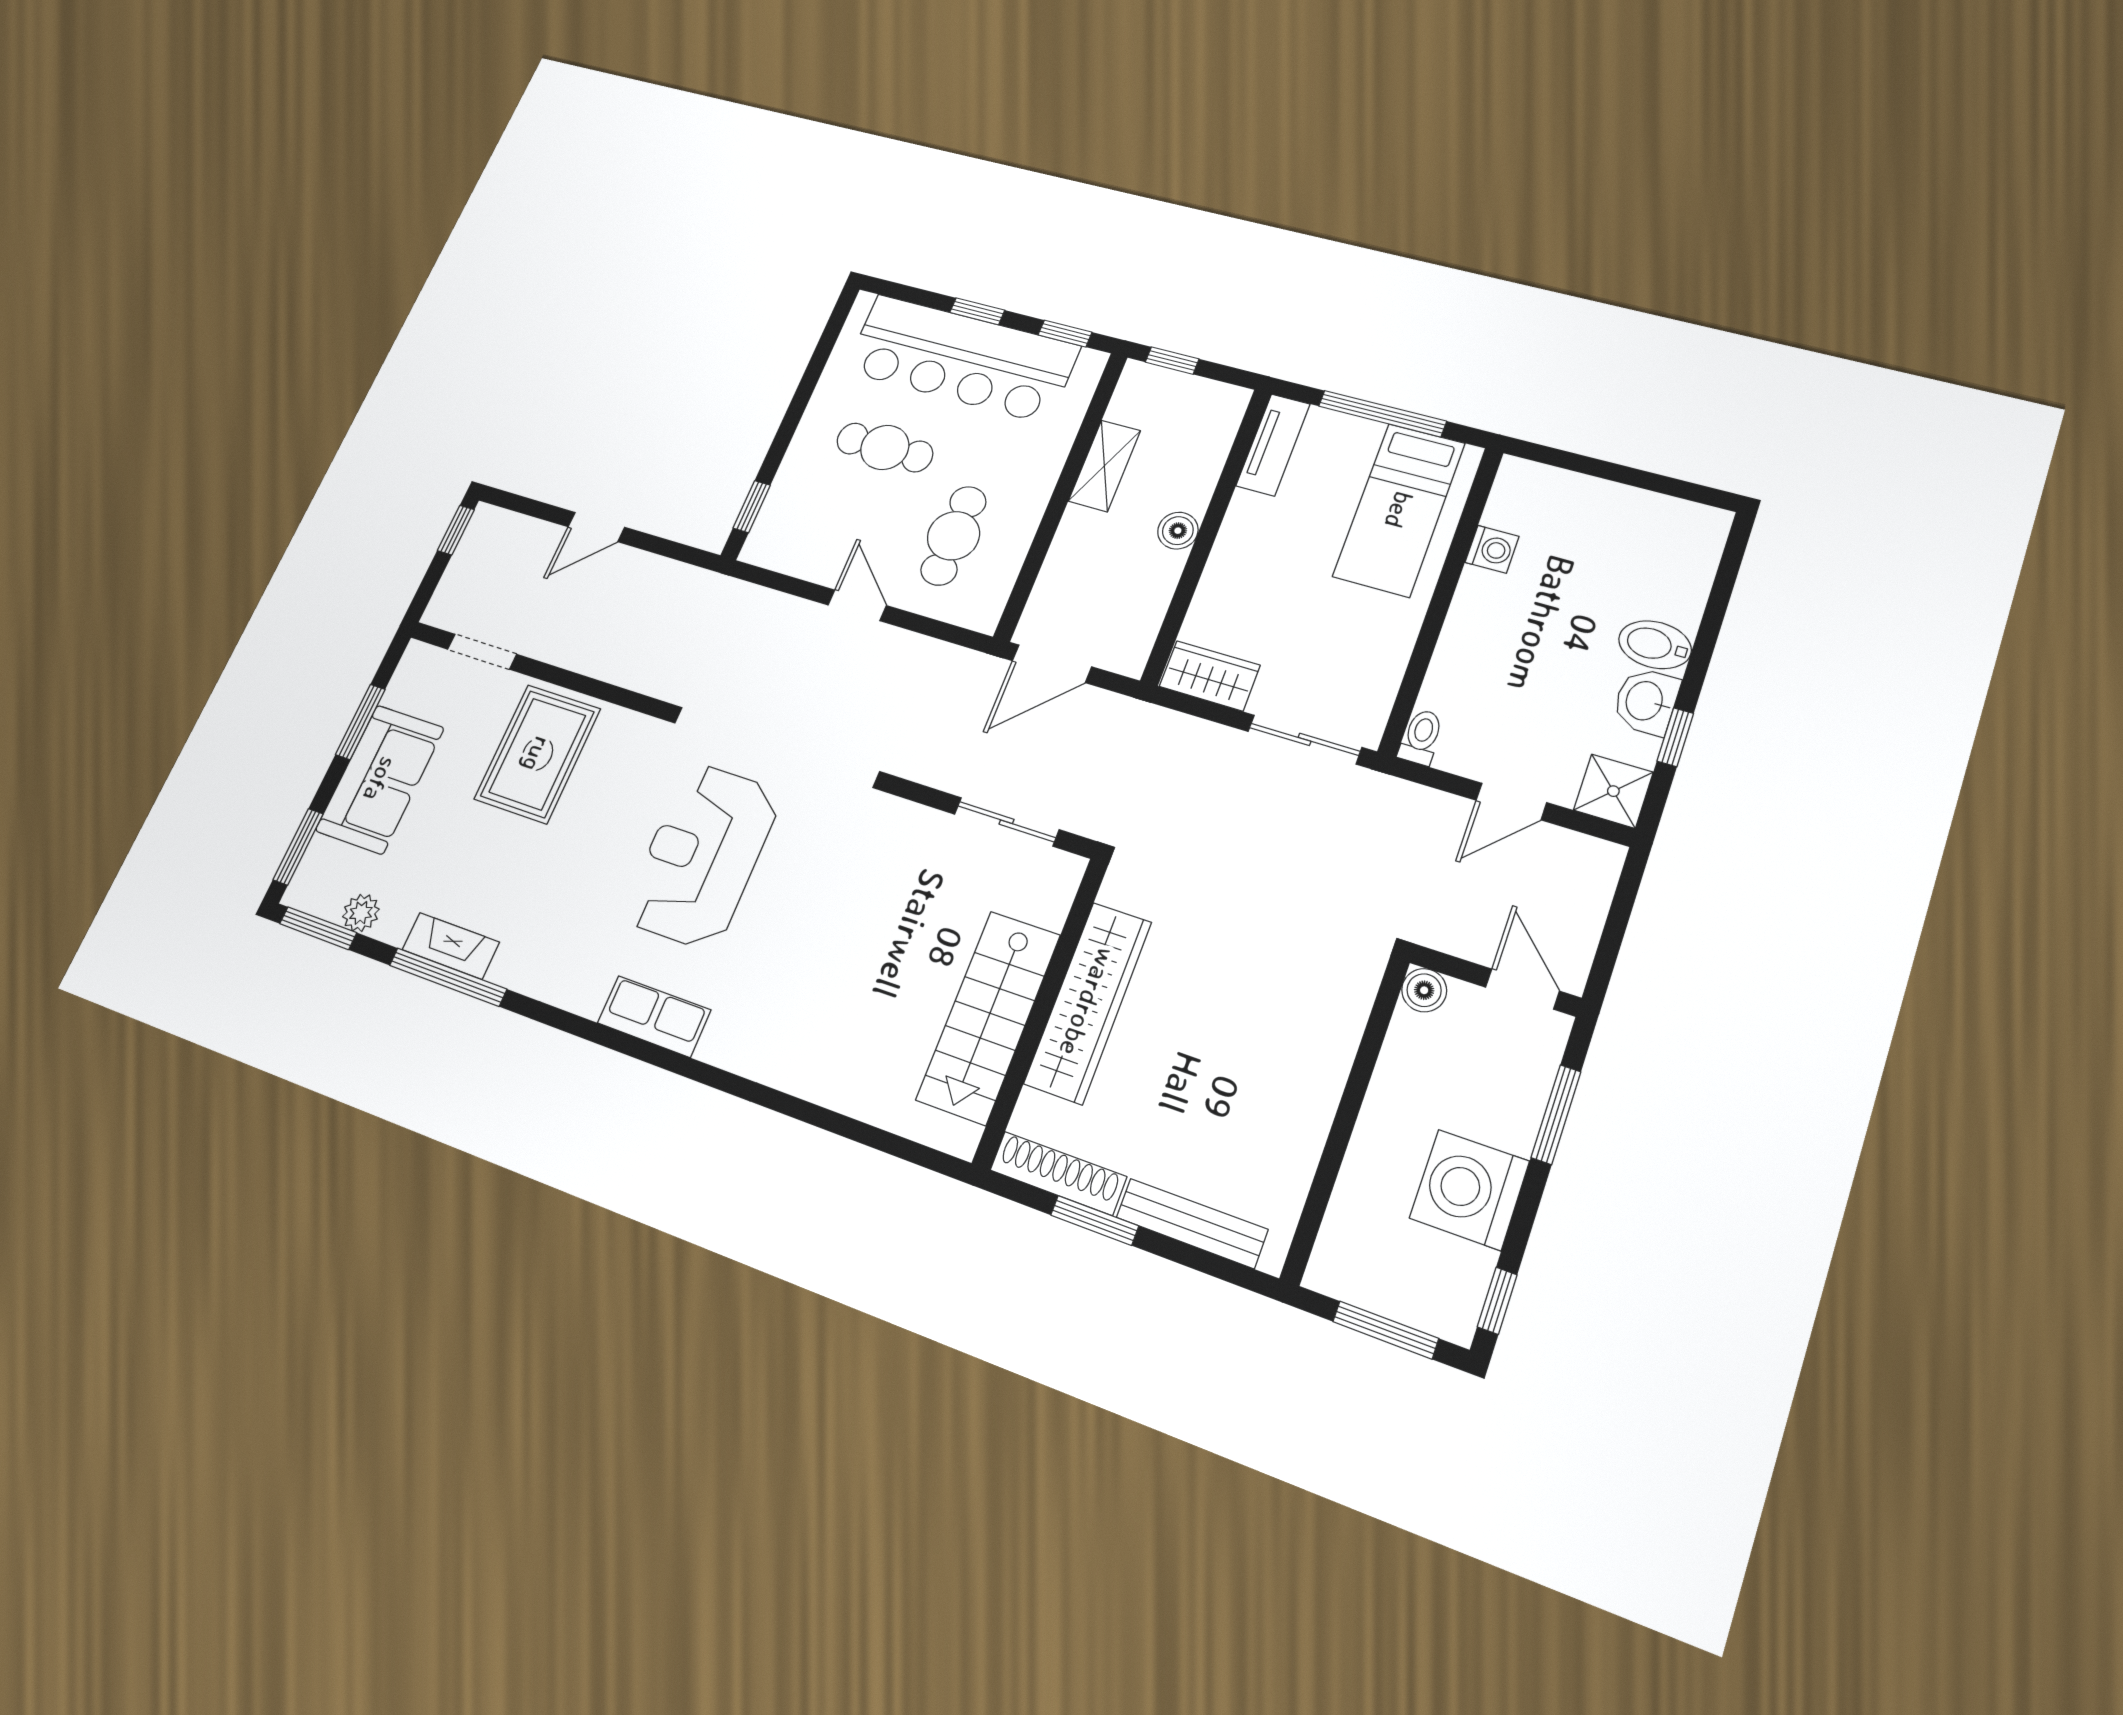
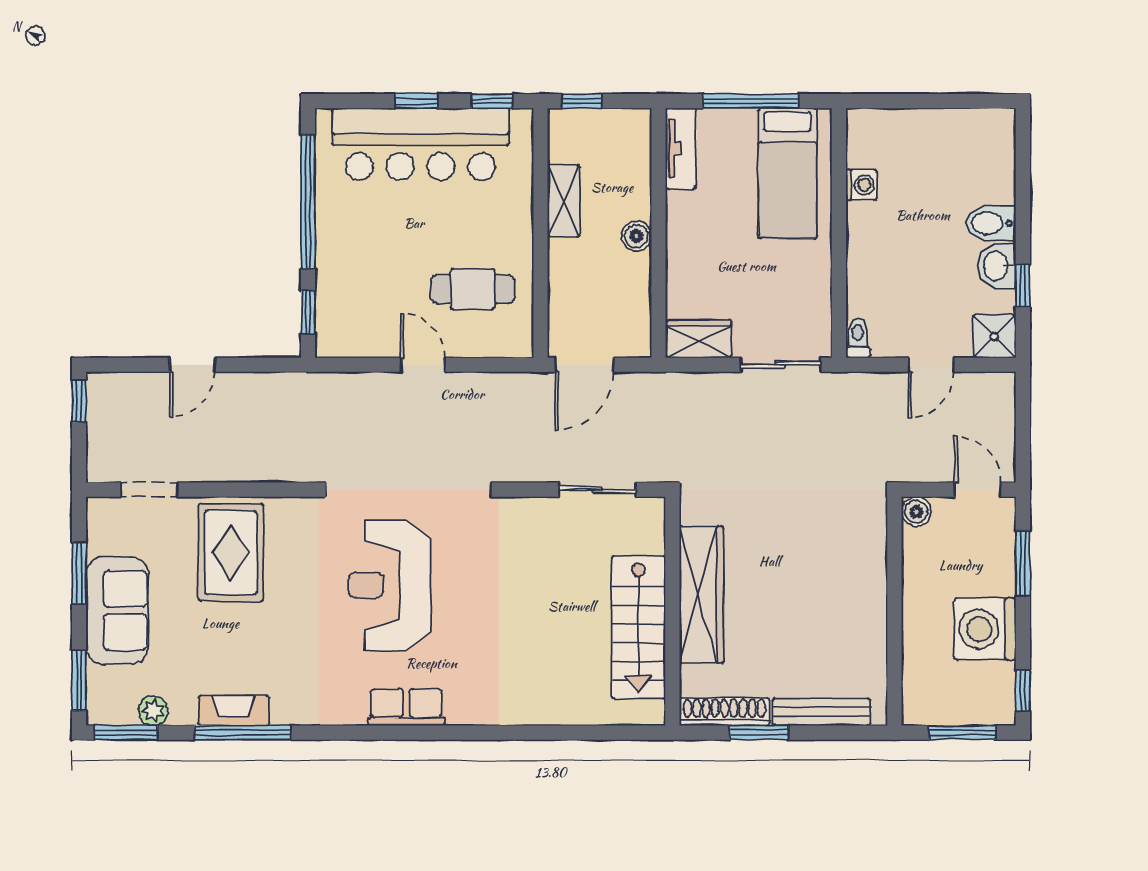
window: (806, 387) -> (308, 202), added
cafe table: (885, 447) -> (391, 234), removed
cafe table: (954, 536) -> (473, 289), turned 90

